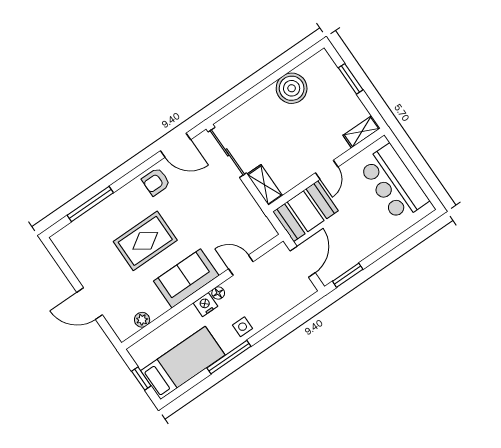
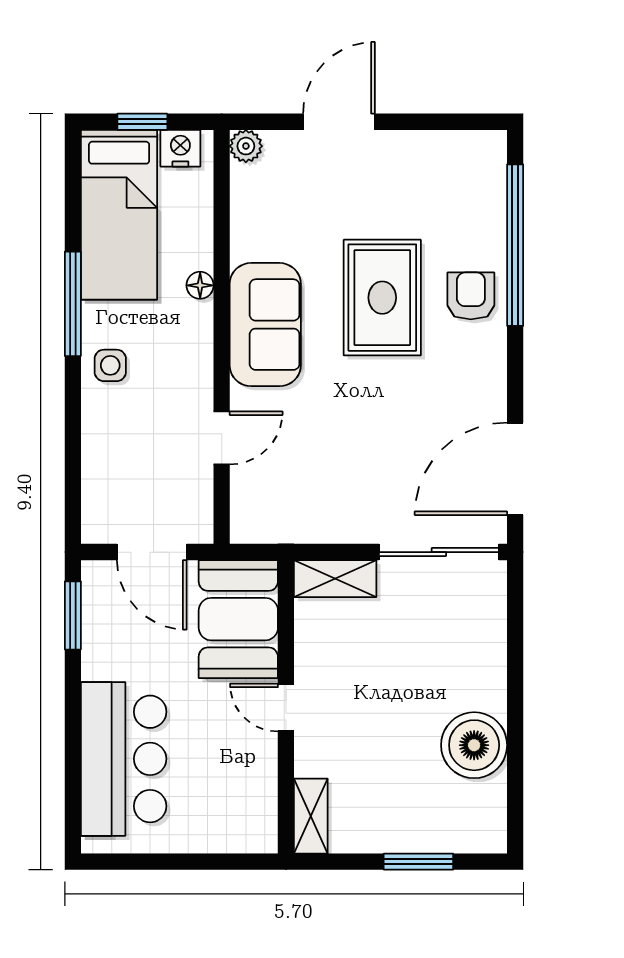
door: (175, 145) -> (515, 469), width x1.36
armchair: (156, 182) -> (471, 296), moved
bar counter: (394, 183) -> (124, 759), moved, turned 90
window: (90, 204) -> (515, 245), width x1.46
floor lamp: (218, 293) -> (200, 285), moved
nightstand: (205, 305) -> (180, 148), moved, turned -90
plant: (142, 320) -> (246, 146), moved

